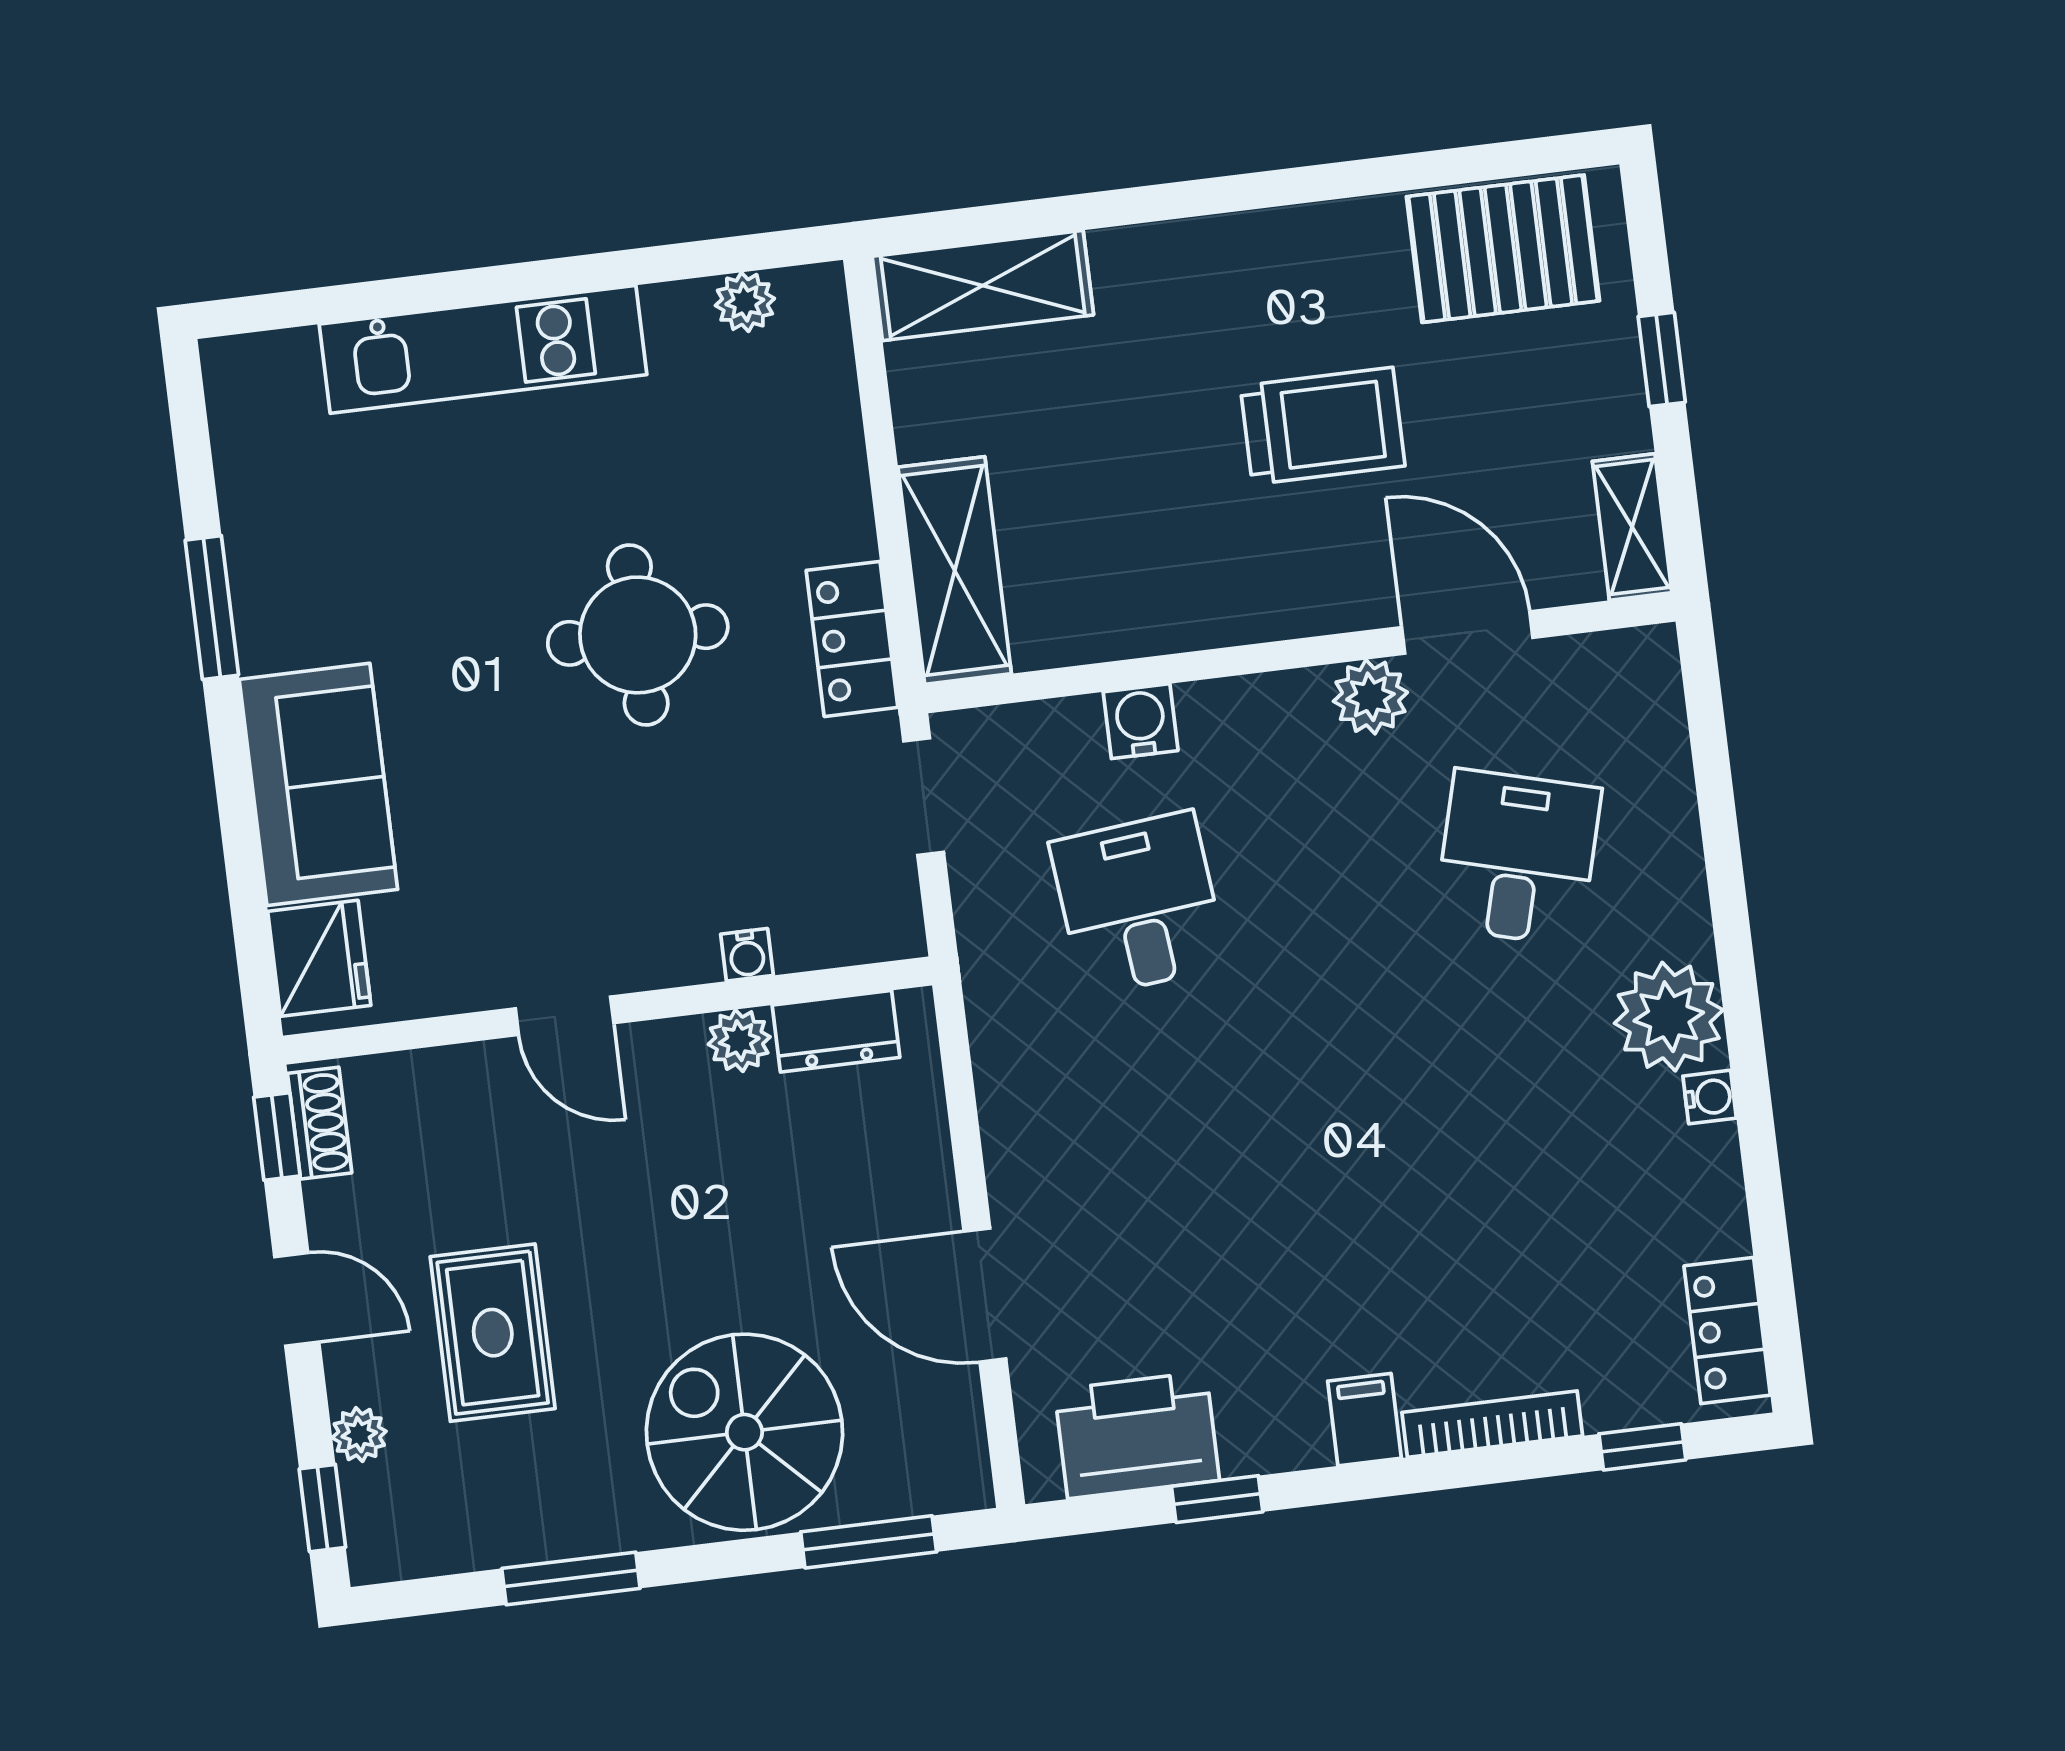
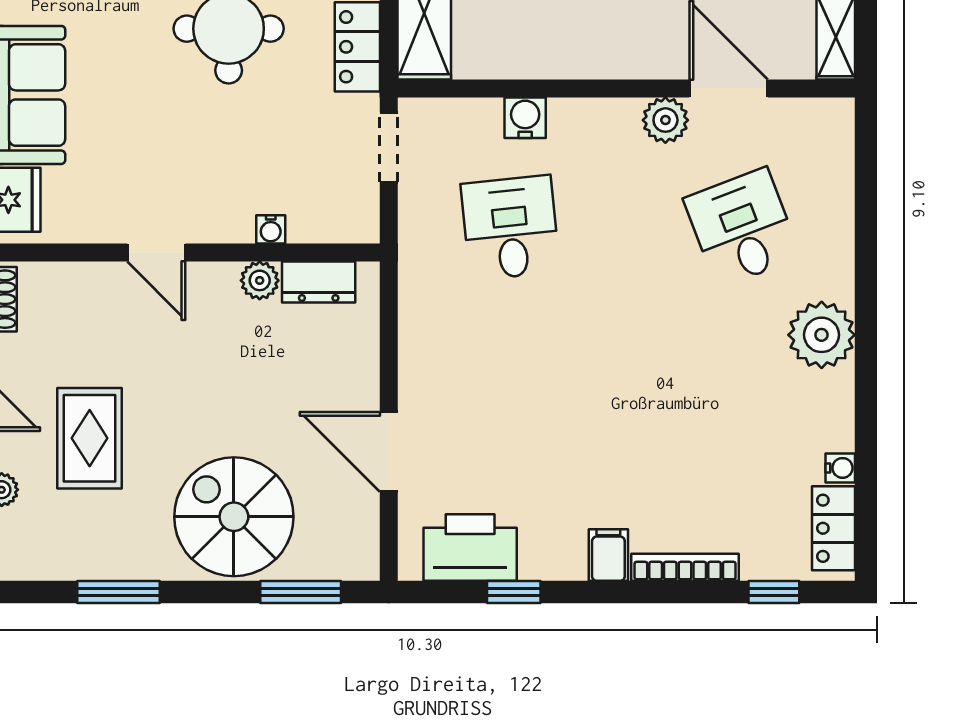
desk: (1517, 858) -> (742, 228), turned -36
water cooler: (1710, 1097) -> (840, 468), moved

